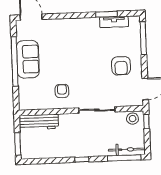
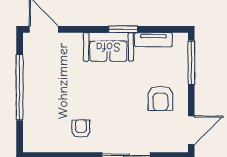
window: (106, 14) -> (123, 29), moved
sofa: (28, 59) -> (108, 47), moved, turned 90

